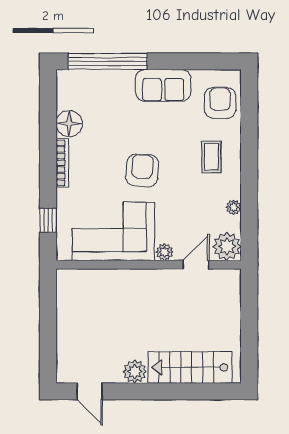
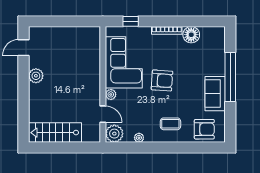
window: (108, 61) -> (230, 77), moved
stairs: (190, 367) -> (55, 133), moved, turned -90

